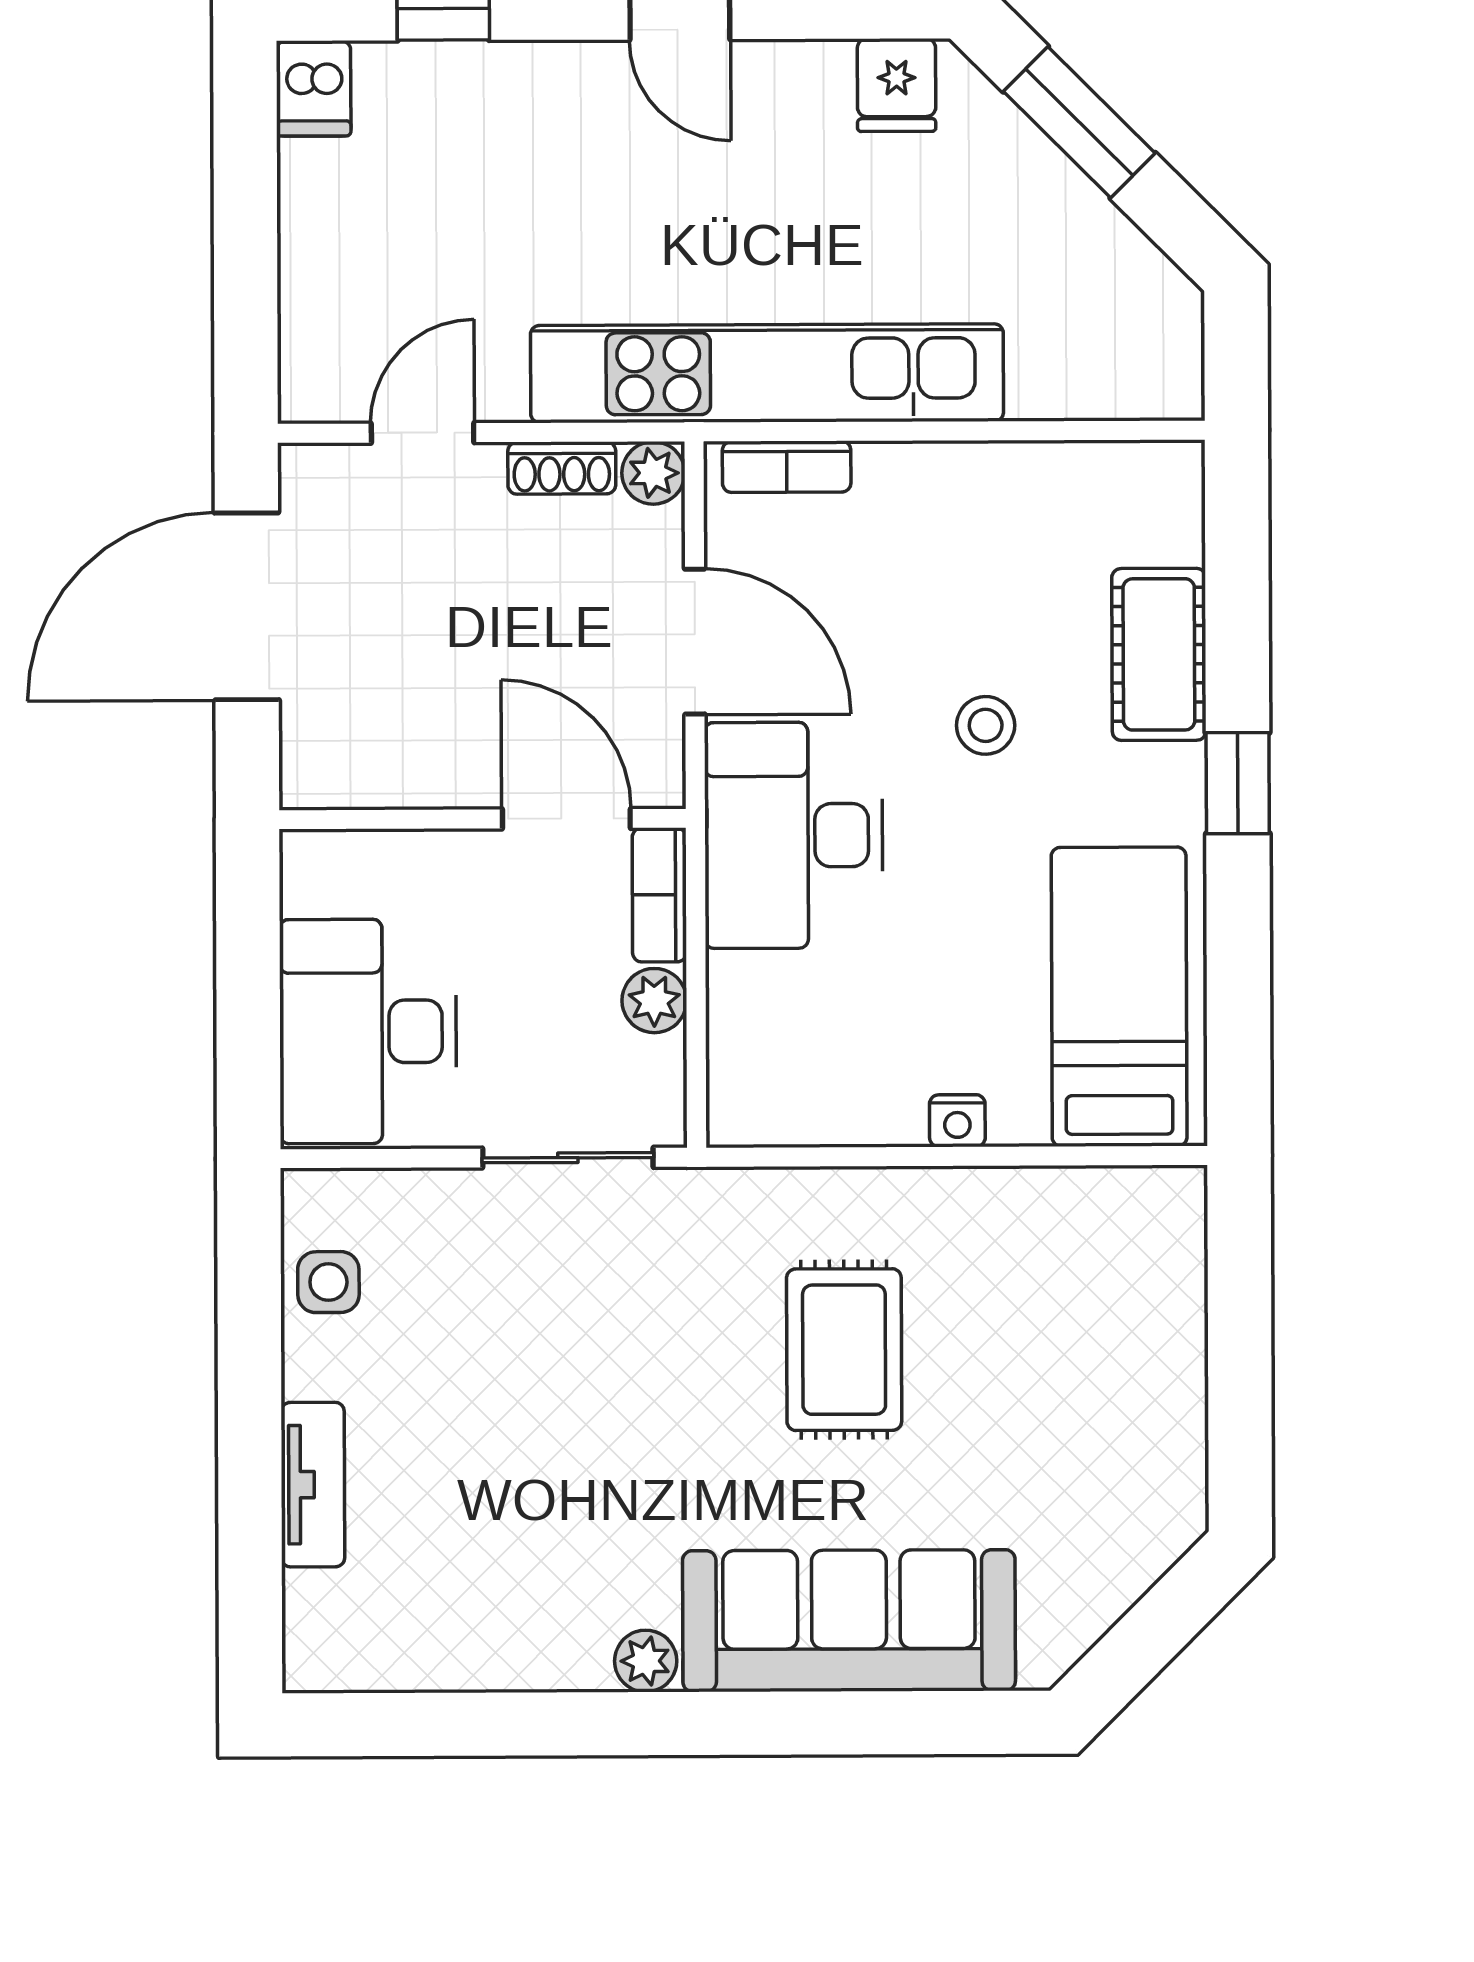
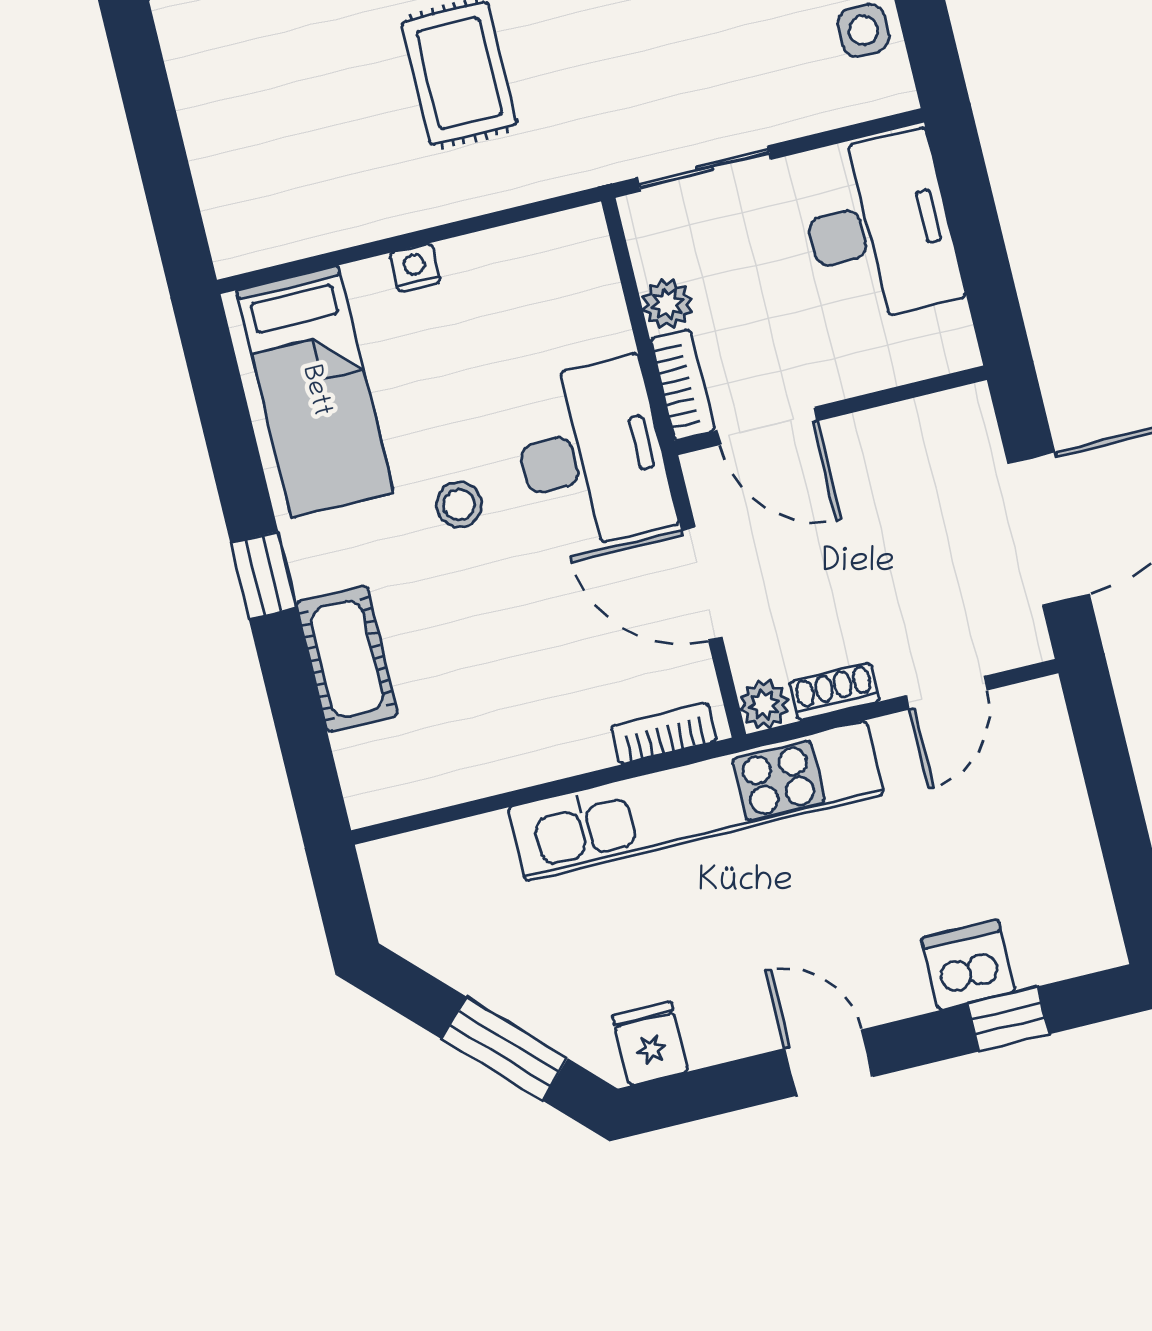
dishwasher: (314, 88) -> (968, 965), moved, width x1.38
stool: (986, 725) -> (459, 505), moved

